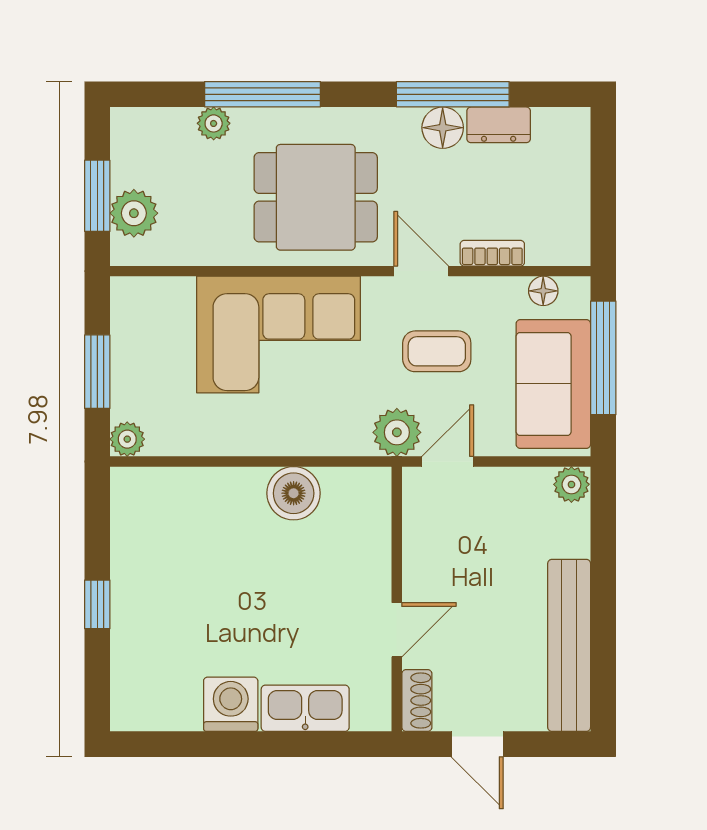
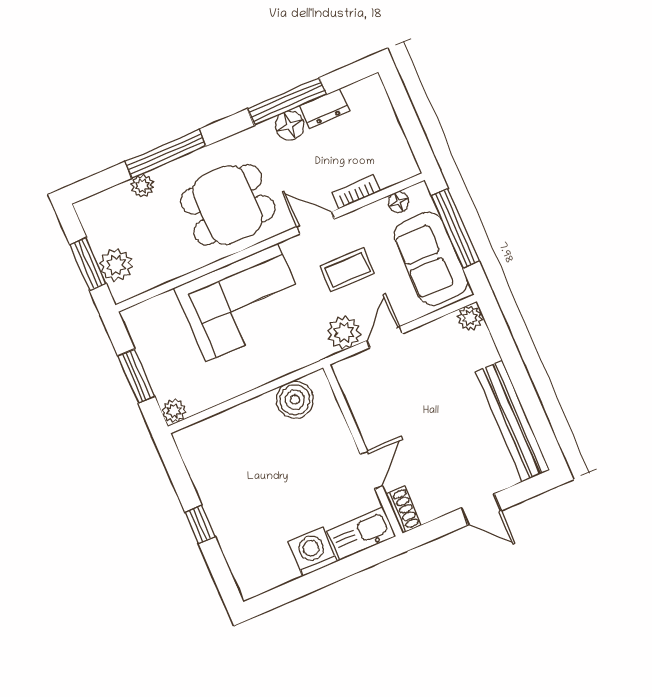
wall: (397, 599) -> (363, 450), moved
door: (397, 630) -> (371, 470), moved
shoe rack: (417, 700) -> (404, 510), moved

